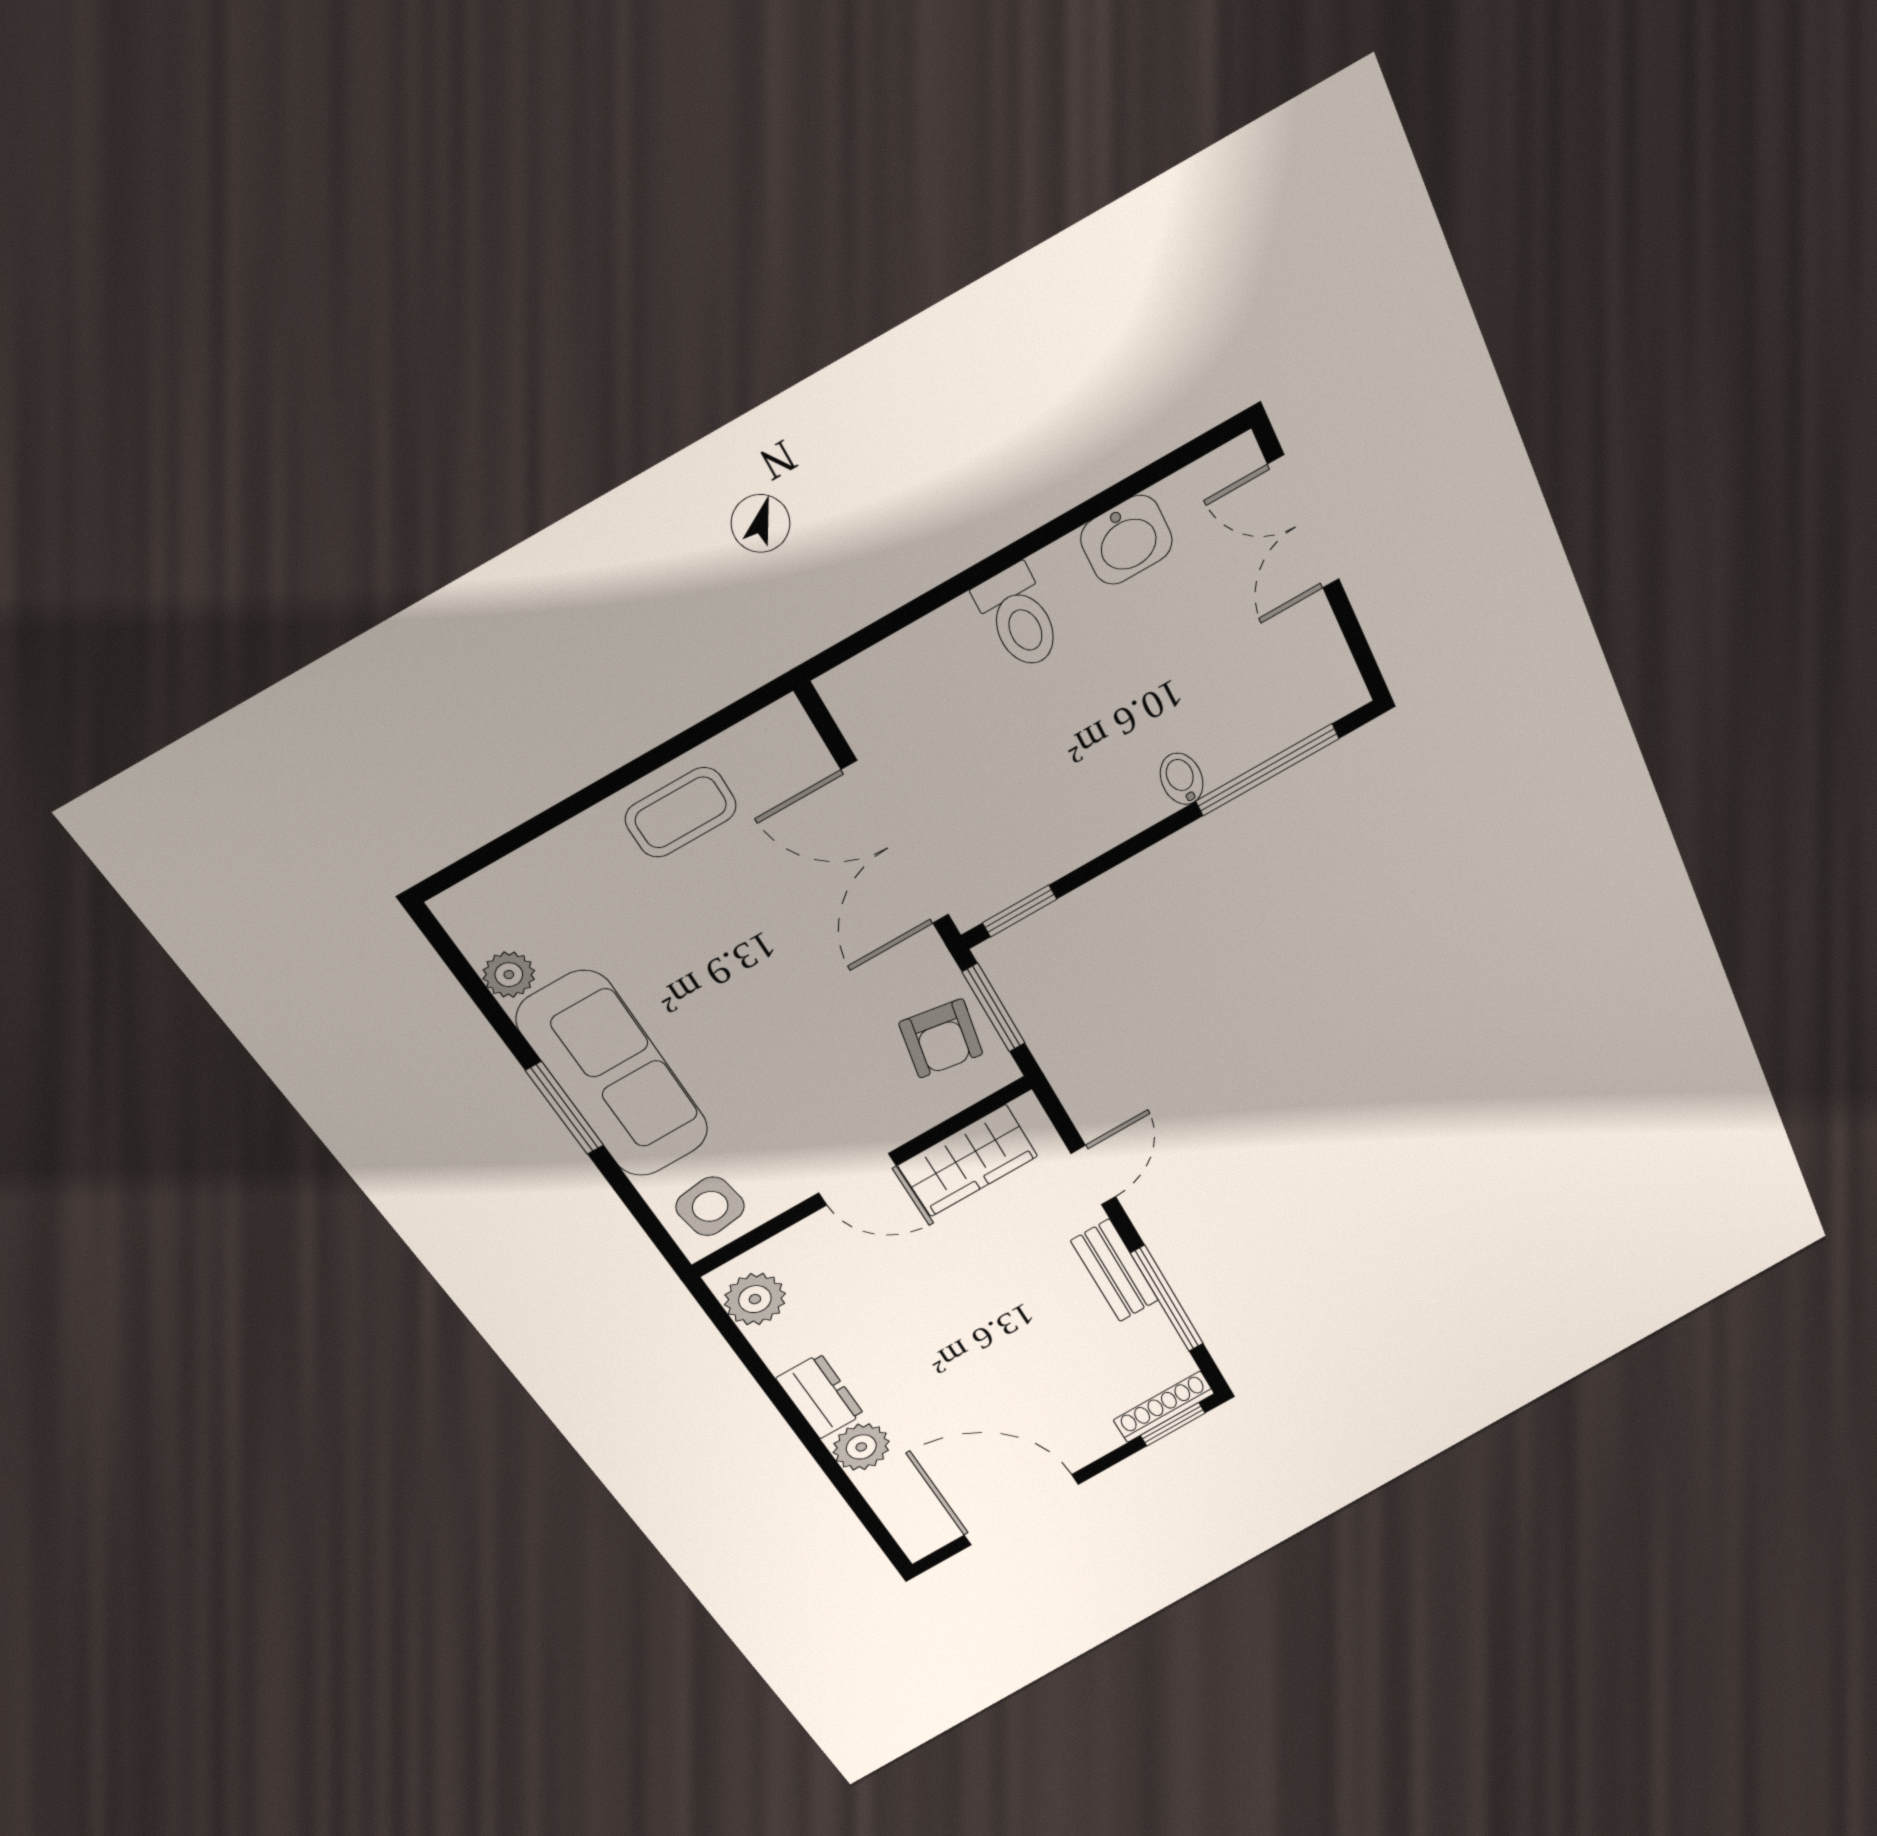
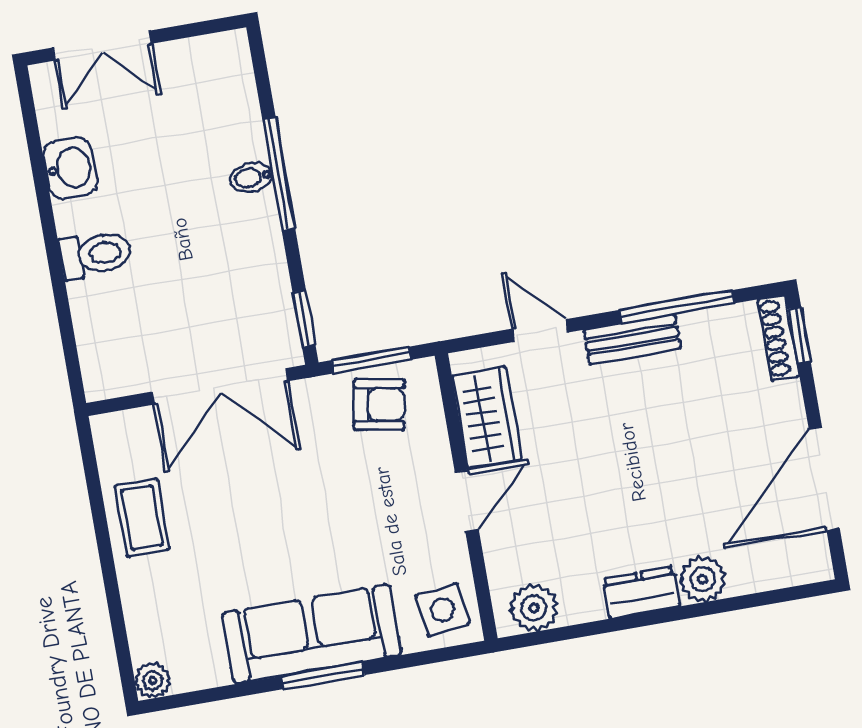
window: (1268, 770) -> (279, 174), moved
plant: (509, 975) -> (153, 680), moved

